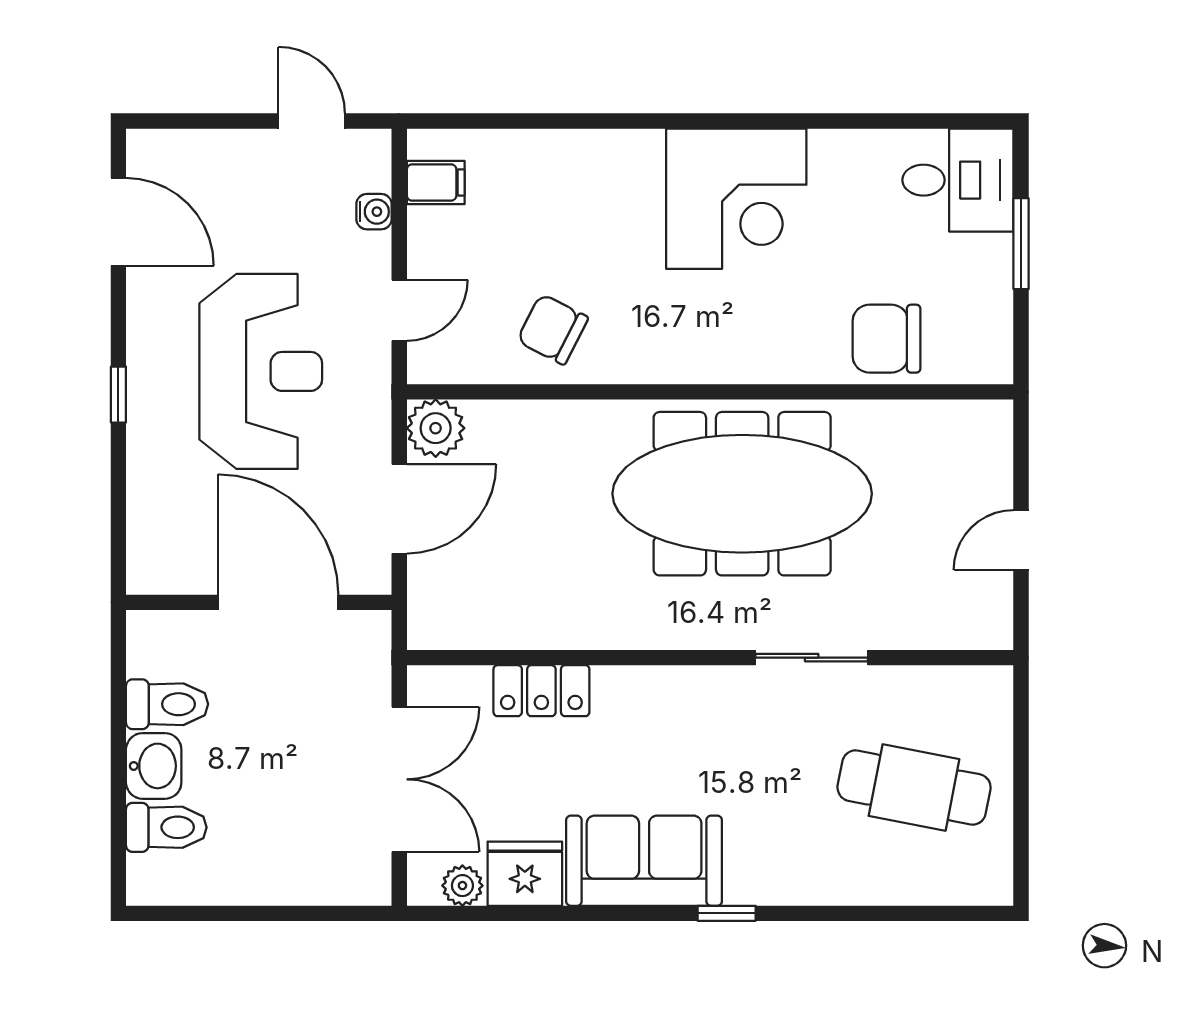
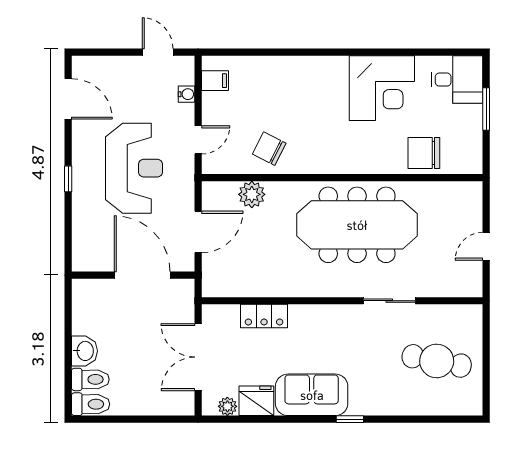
corner desk: (736, 199) -> (382, 88), moved
plant: (436, 428) -> (252, 194), moved
toilet: (167, 704) -> (91, 404), moved
double door: (399, 779) -> (198, 357), swing flipped

